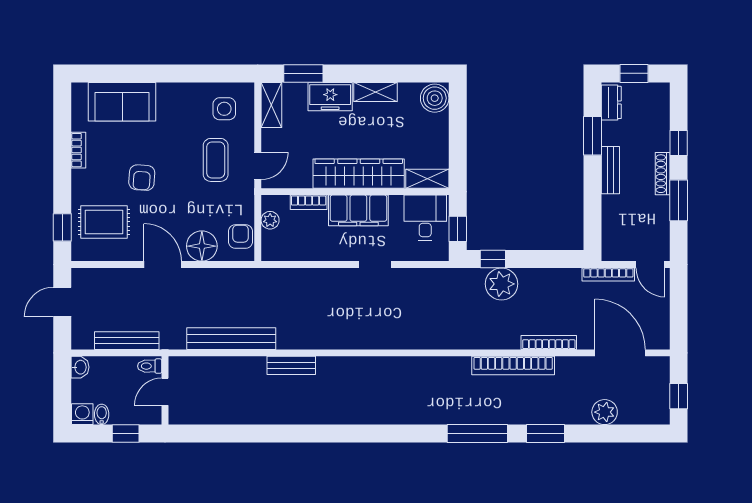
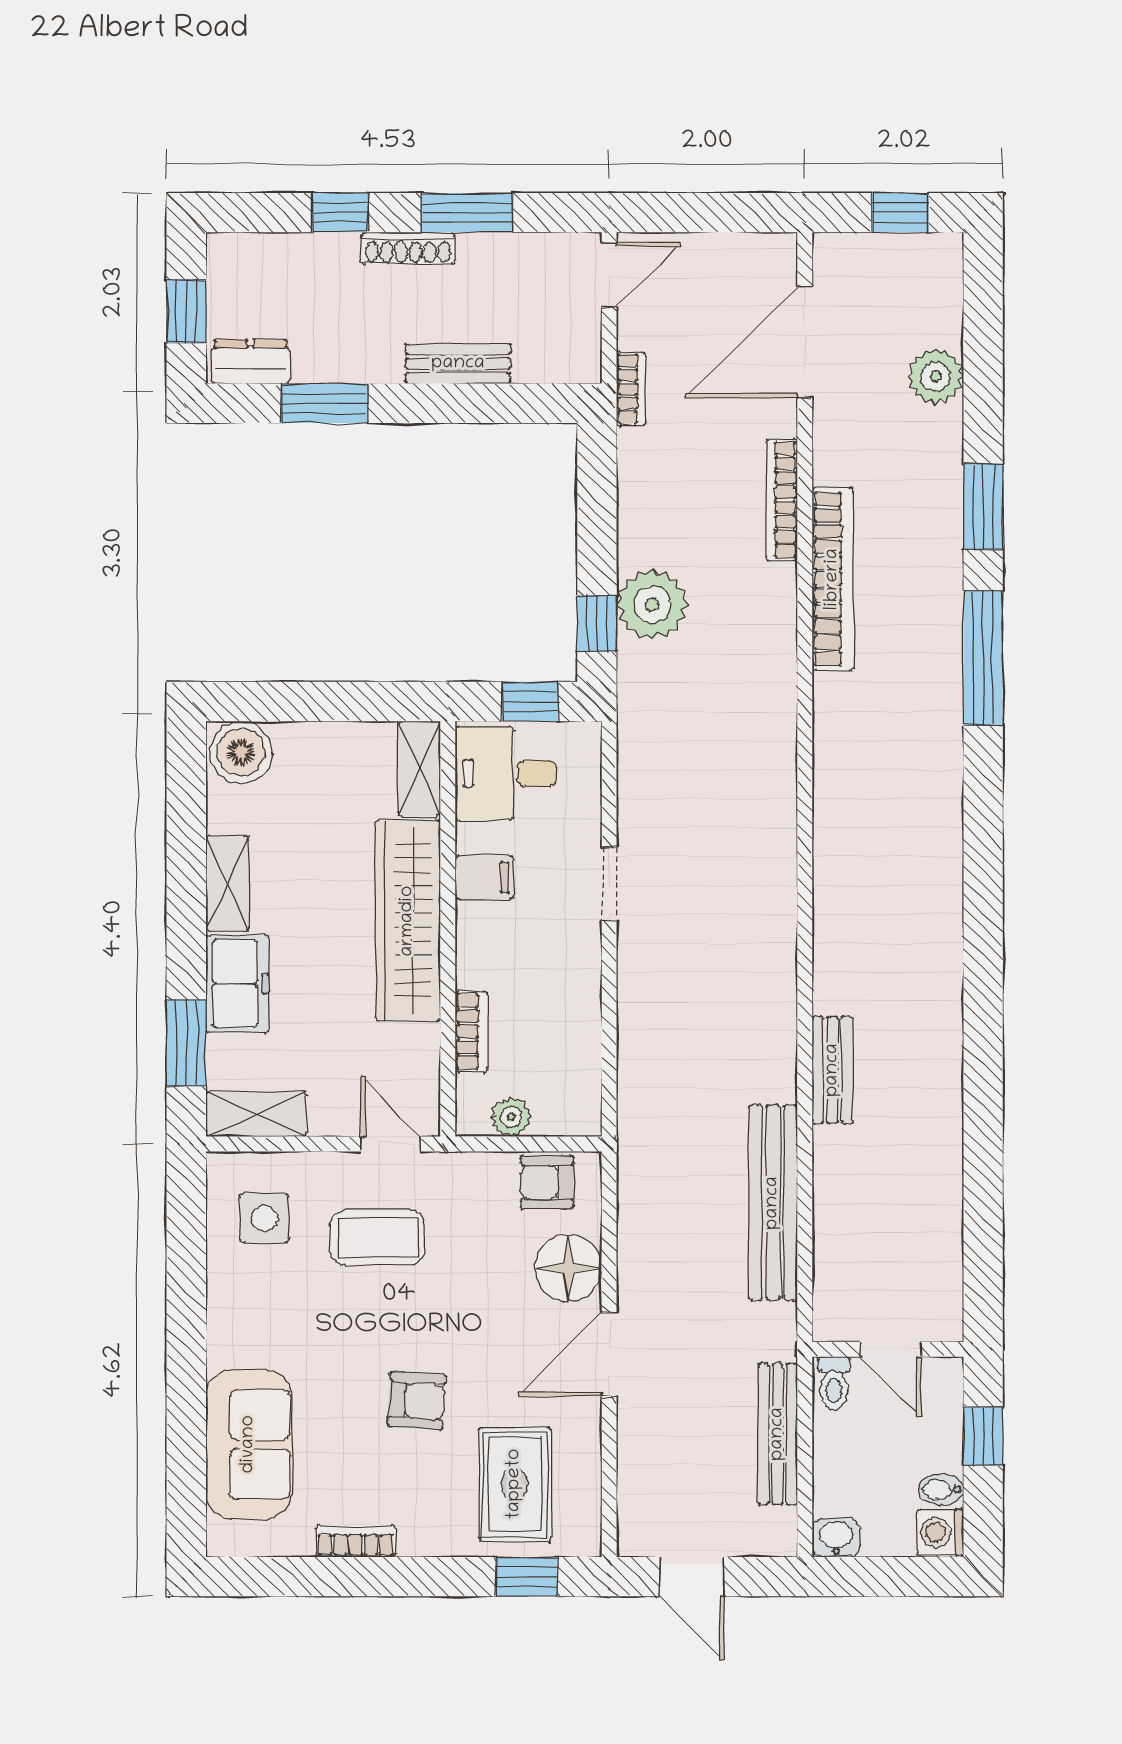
bench: (610, 170) -> (458, 364), moved
filing cabinet: (358, 210) -> (484, 877), width x0.33, depth x0.86
bookcase: (608, 275) -> (631, 389), width x0.64

